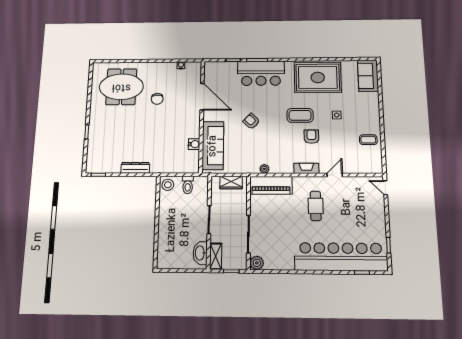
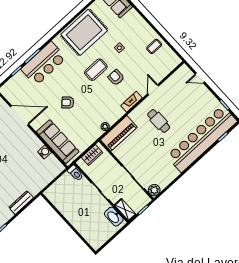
stool: (168, 185) -> (53, 194), removed
toilet: (188, 185) -> (75, 173), moved
door: (385, 188) -> (200, 78), moved

